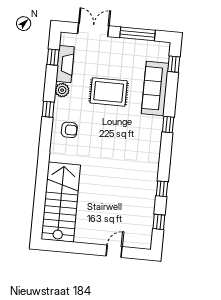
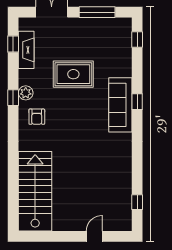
sofa: (155, 88) -> (120, 105), moved
plant: (62, 90) -> (26, 93), moved
armchair: (69, 130) -> (37, 117), turned 90
window: (162, 189) -> (137, 168), removed

